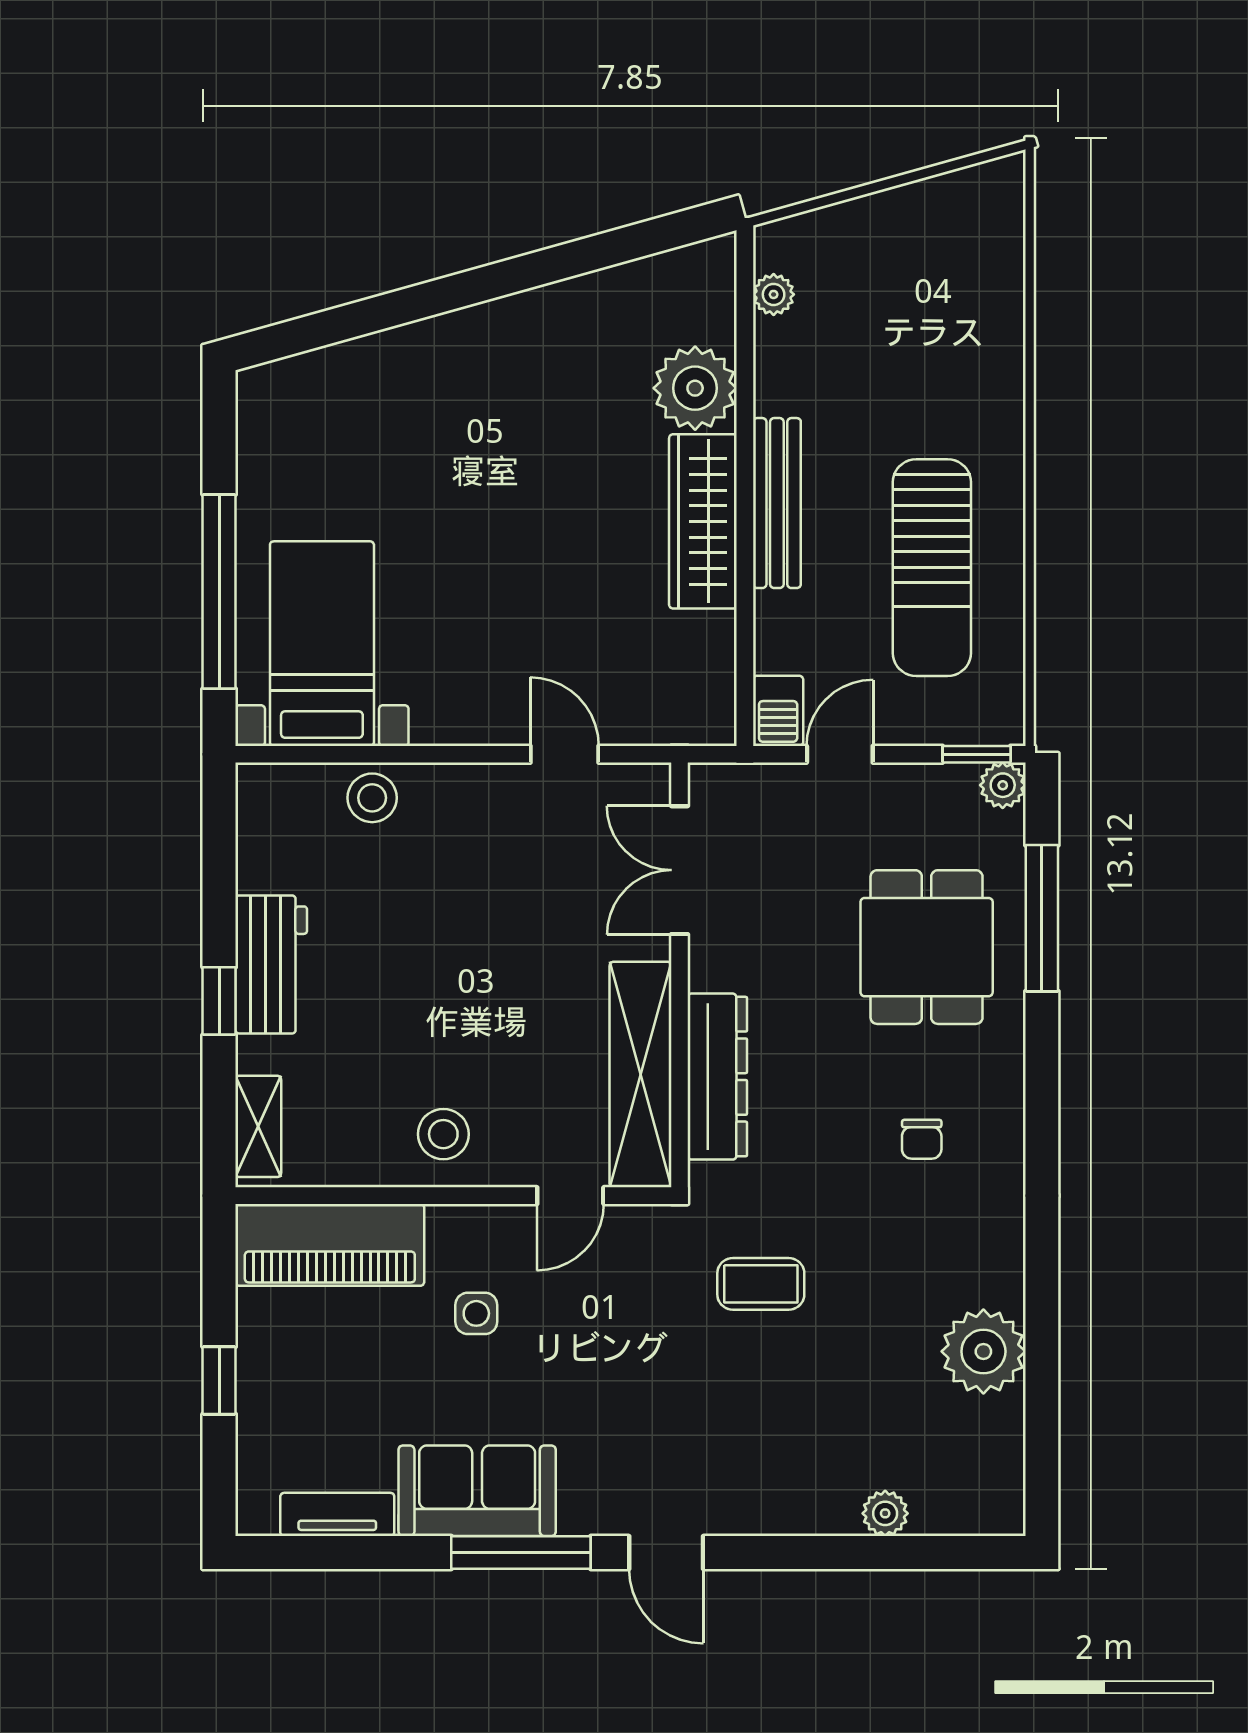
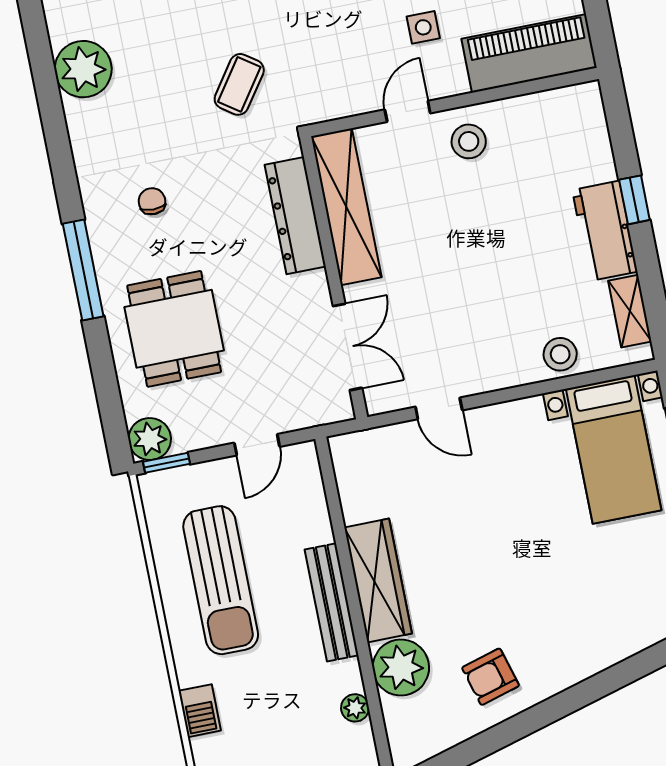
plant: (774, 294) -> (355, 708), moved
armchair: (567, 349) -> (491, 677), added
sun lounger: (932, 568) -> (221, 580), turned 180
barbecue: (778, 711) -> (200, 711), moved, turned 180
plant: (1003, 785) -> (150, 439), width x1.38, depth x1.38
window: (1042, 918) -> (83, 270), moved
shelving: (258, 1126) -> (630, 311), moved
door: (570, 1196) -> (408, 111), moved
coffee table: (761, 1284) -> (239, 84), turned -55

